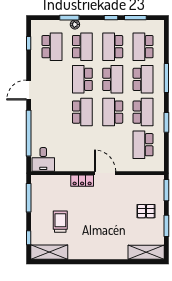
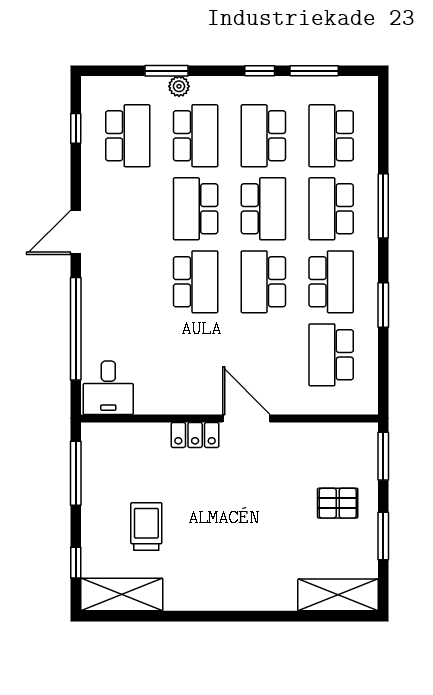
school desk: (143, 79) -> (331, 209), turned 180

